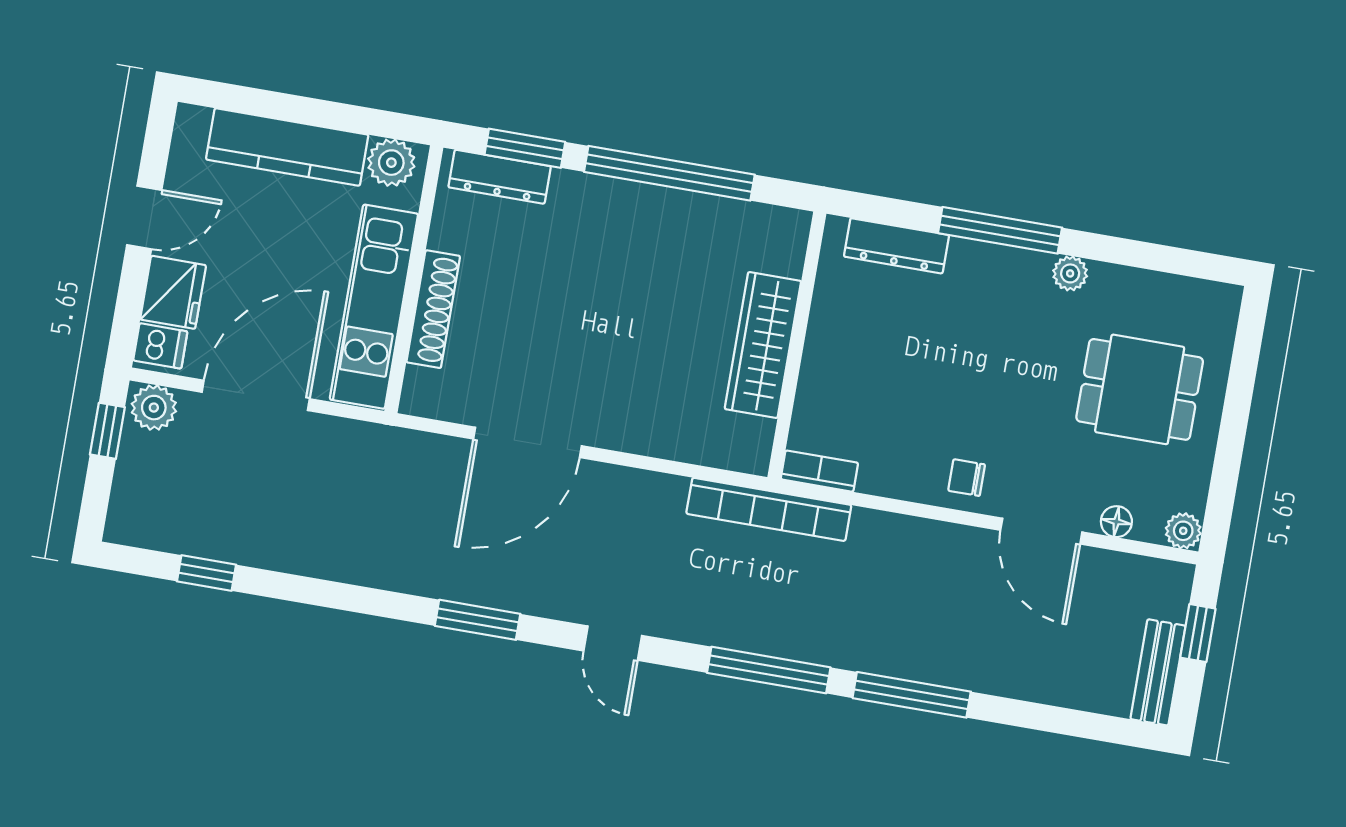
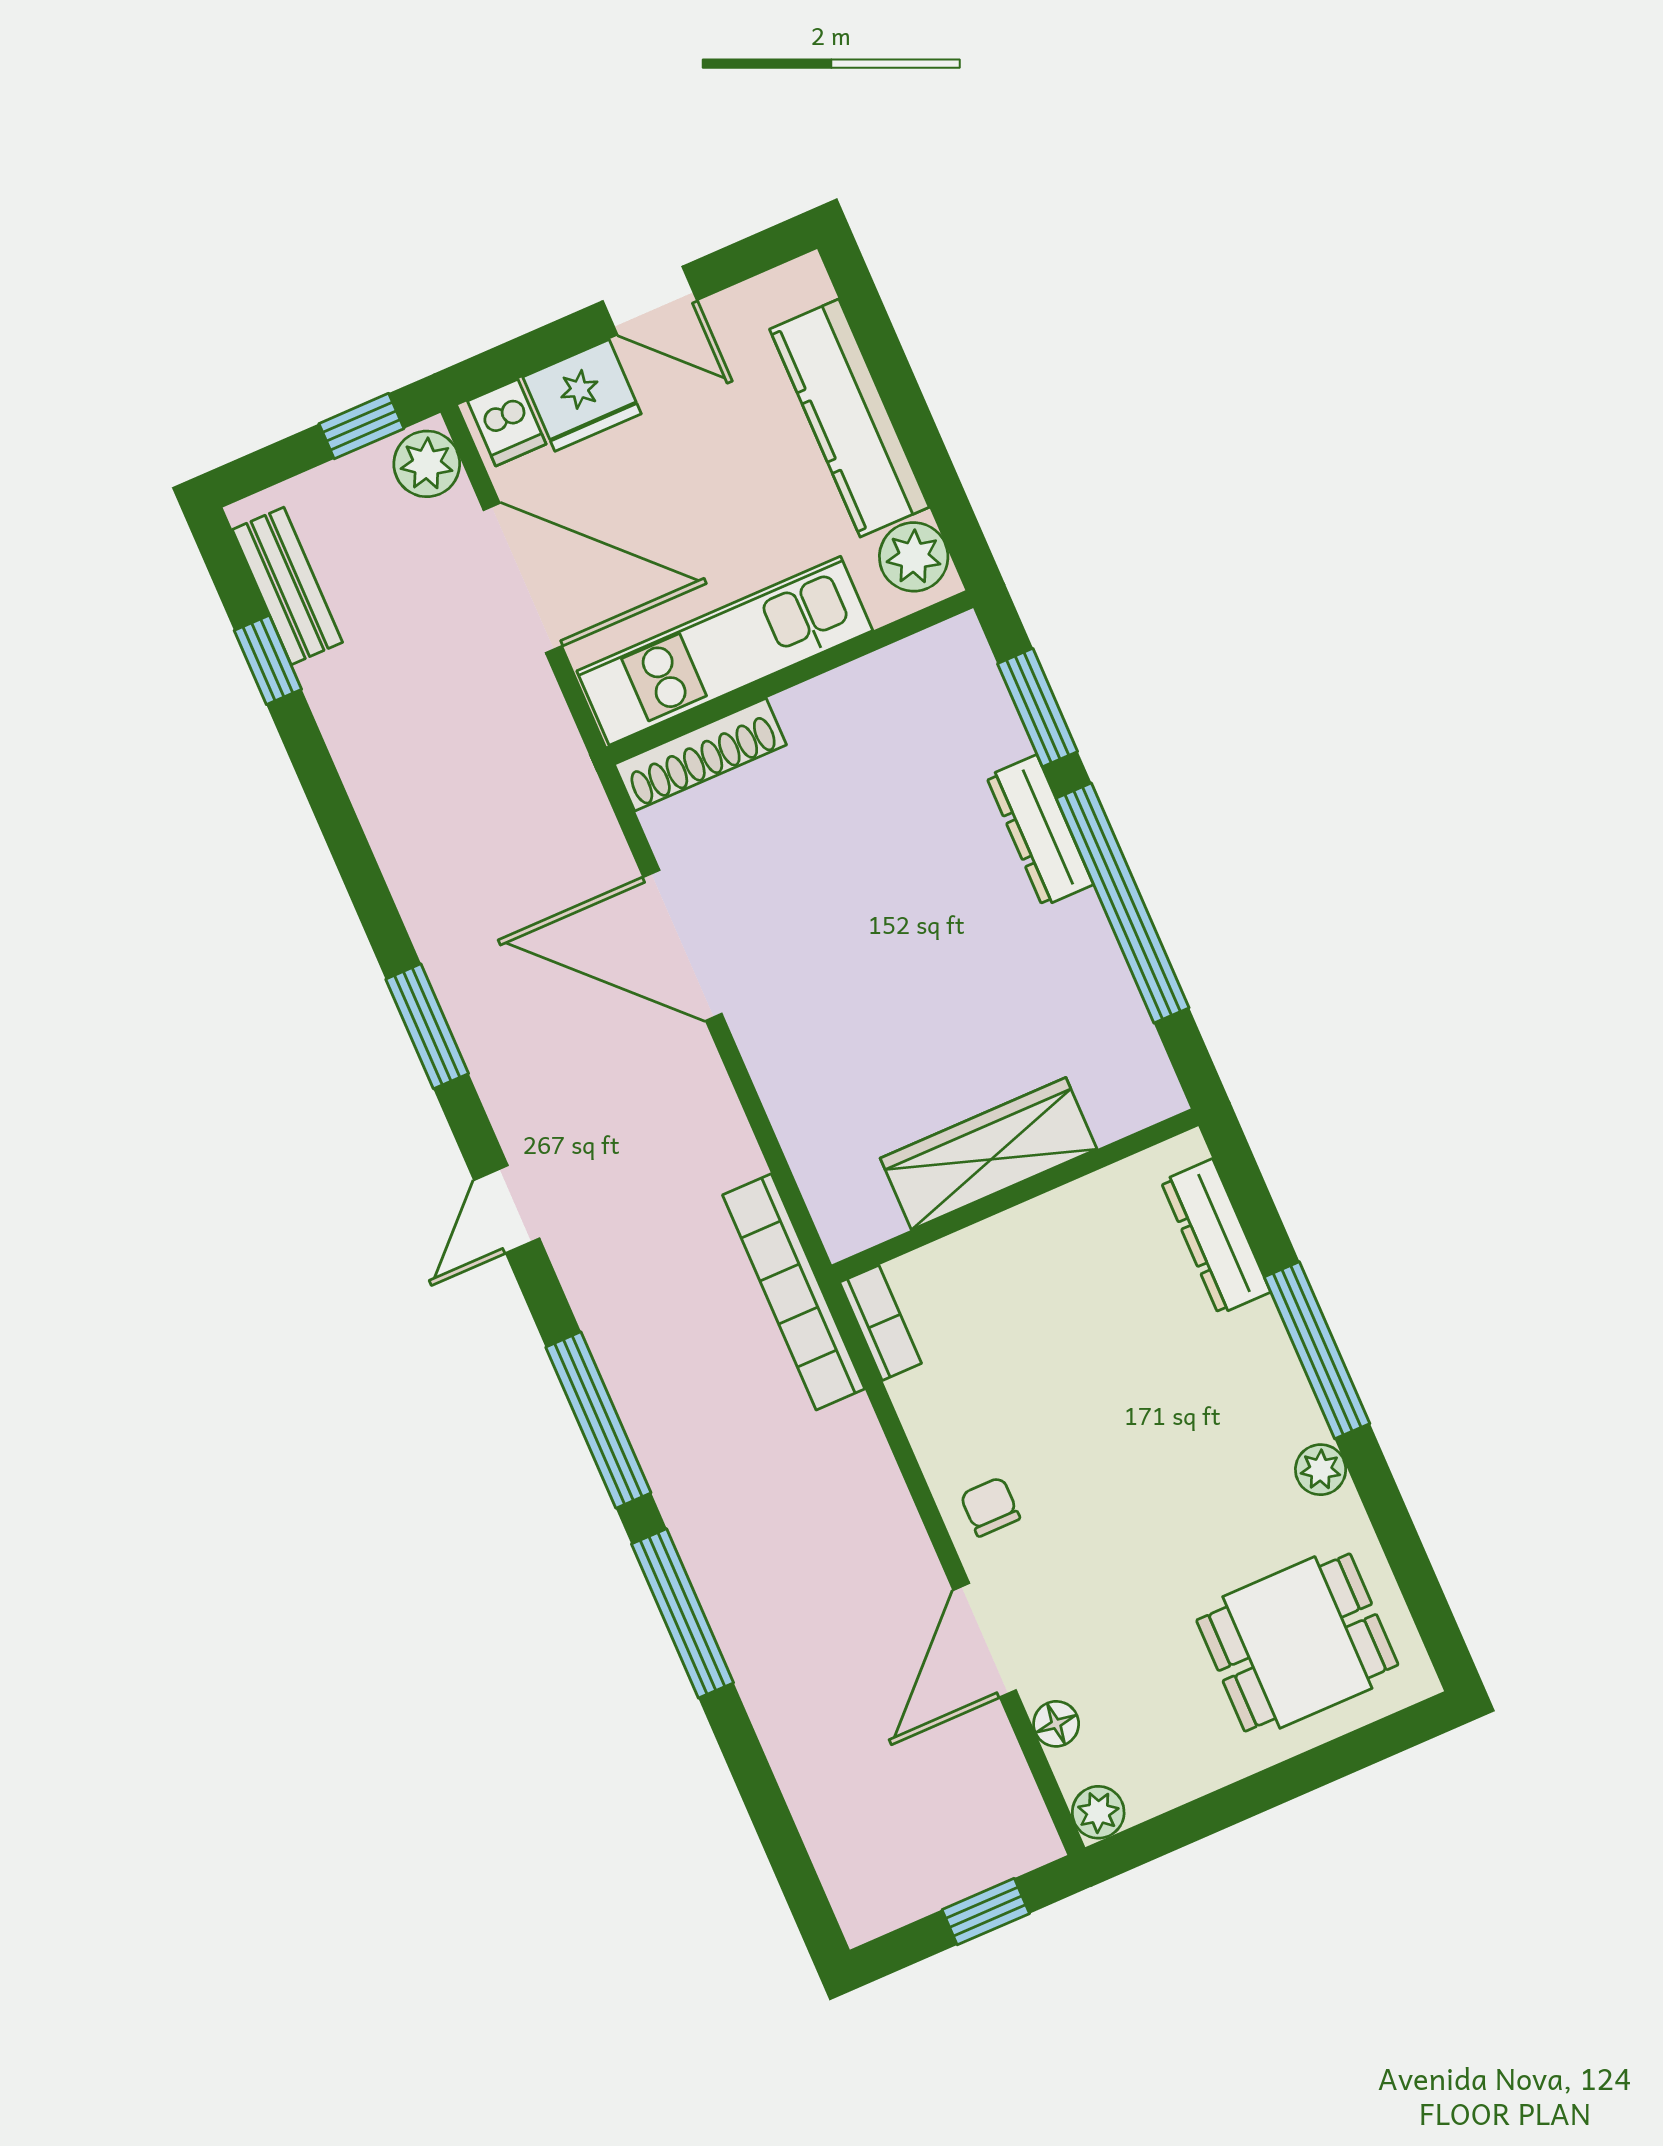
dresser: (500, 177) -> (1040, 831), moved
shoe rack: (433, 309) -> (700, 755), moved
dining table: (1140, 389) -> (1297, 1642), moved, turned 90
bench: (1158, 672) -> (287, 586), moved, turned 90

